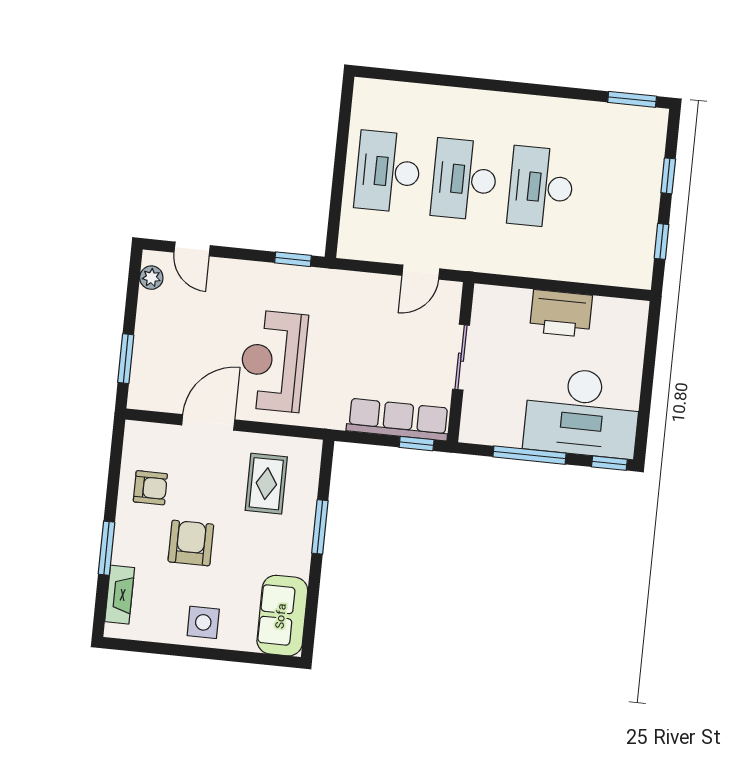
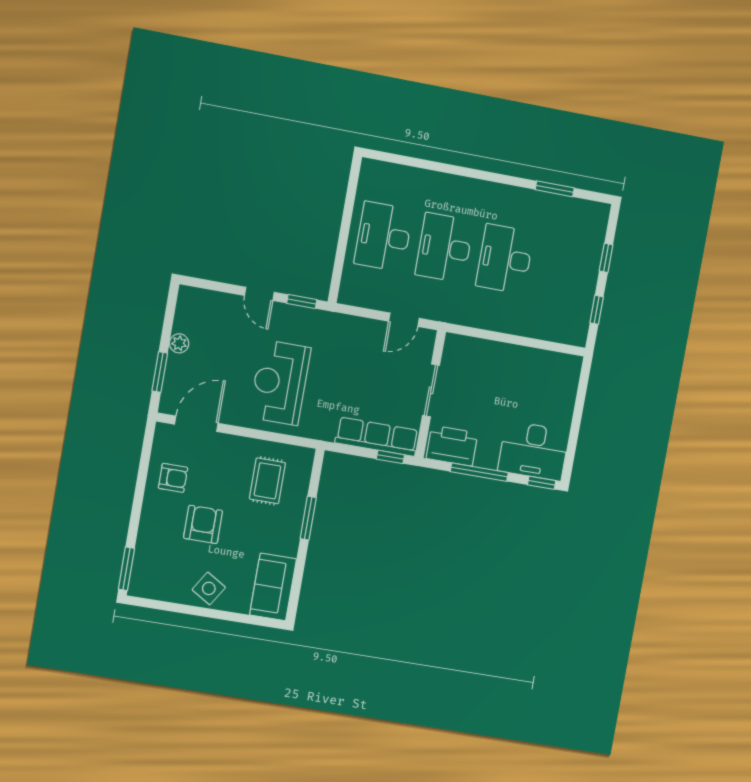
window: (632, 99) -> (555, 189), moved
door: (192, 249) -> (259, 294), moved
plant: (151, 278) -> (179, 343), moved
printer: (561, 313) -> (452, 446), moved, turned 180
desk: (582, 413) -> (534, 451), width x0.73, depth x0.77
door: (208, 422) -> (196, 424), moved
window: (106, 548) -> (126, 569), moved
fireplace: (120, 595) -> (142, 562), removed
side table: (203, 622) -> (209, 588), turned 32

